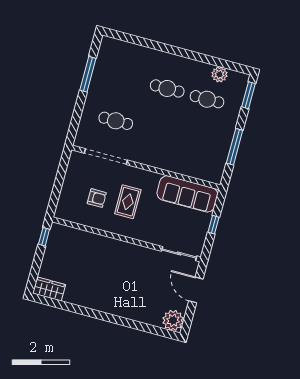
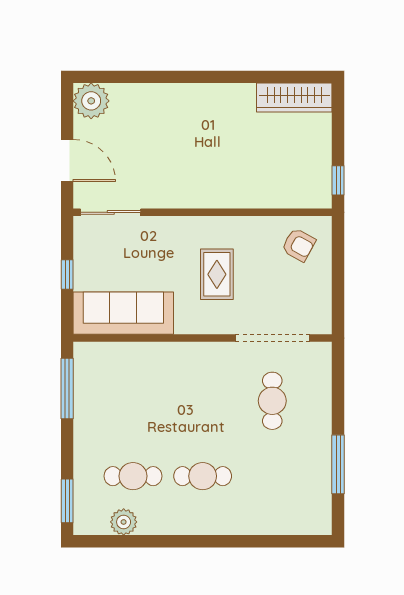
cafe table: (116, 121) -> (272, 401), turned 90
window: (235, 147) -> (67, 388), moved
armchair: (97, 198) -> (299, 245), moved, turned -151
wardrobe: (49, 289) -> (294, 98), width x1.50

